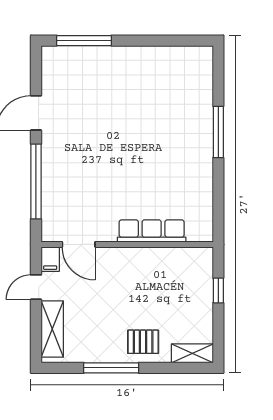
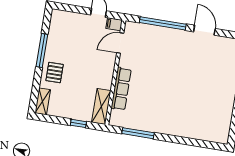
window: (218, 132) -> (138, 133), moved
shelving: (52, 329) -> (101, 107), moved, turned 90

